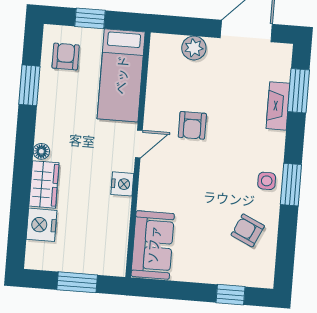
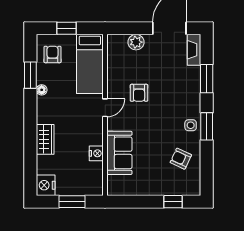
window: (299, 91) -> (207, 79), moved
fireplace: (278, 106) -> (194, 50), moved
floor lamp: (41, 151) -> (42, 90), moved
nightstand: (122, 184) -> (96, 153), moved
nightstand: (42, 225) -> (46, 185), moved
sofa: (153, 245) -> (119, 153), moved

